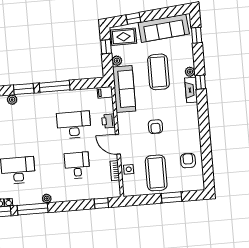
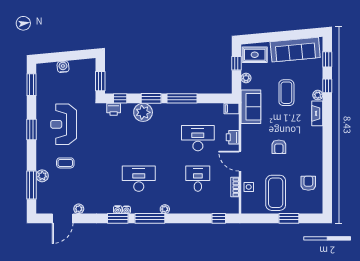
window: (133, 18) -> (266, 37), removed
coffee table: (158, 72) -> (286, 93), width x0.73, depth x0.76
window: (200, 82) -> (327, 86), moved
sofa: (124, 89) -> (251, 107), width x0.73
plant: (12, 100) -> (143, 112), width x1.87, depth x1.87

